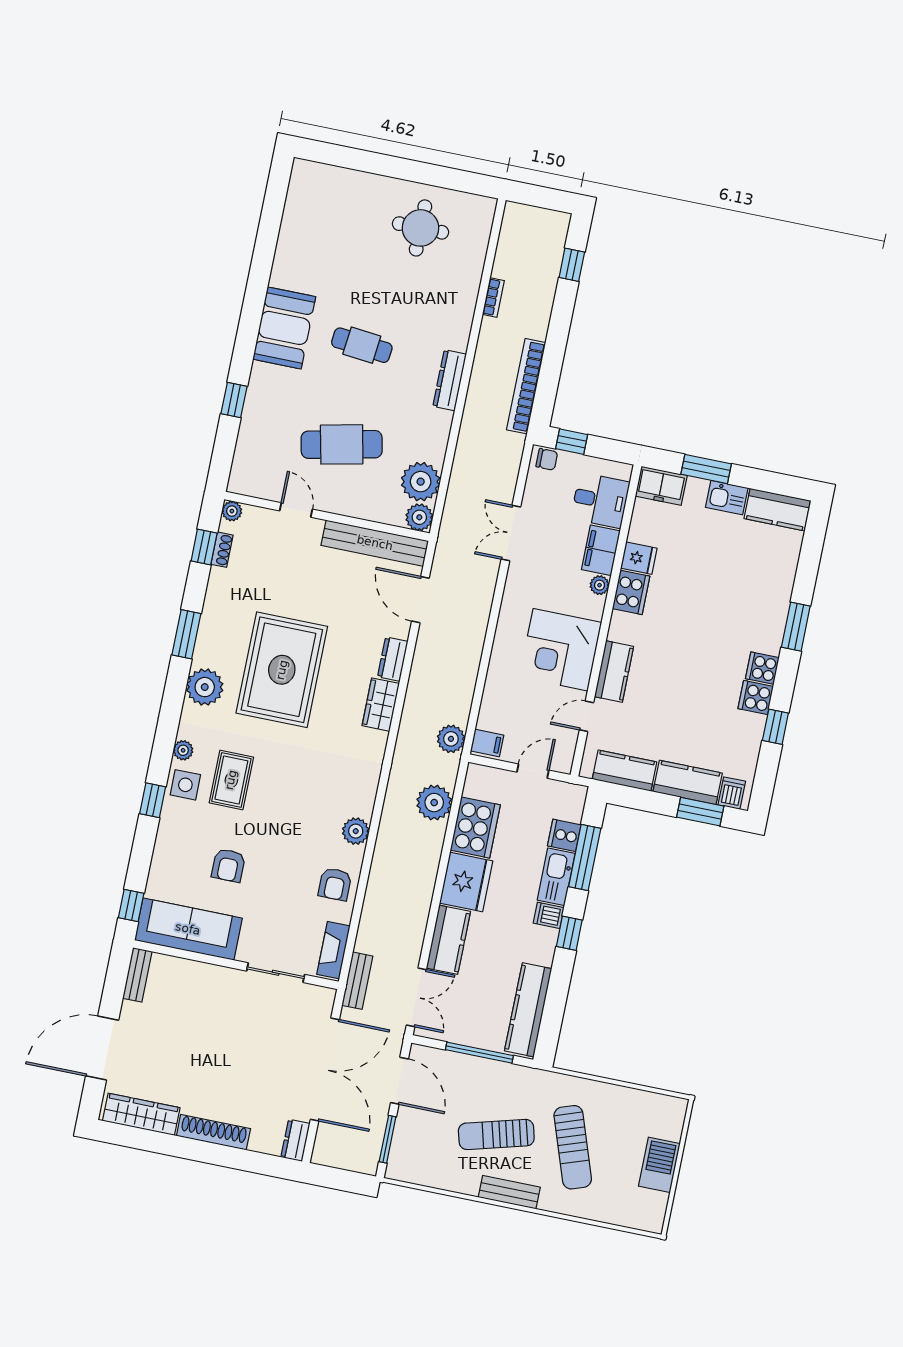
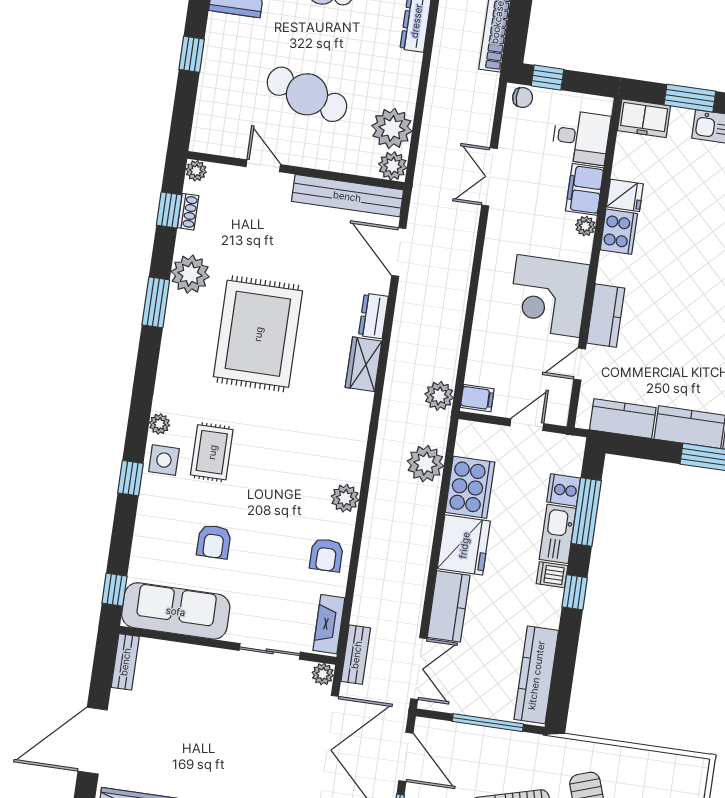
cafe table: (342, 444) -> (307, 94), turned 30
plant: (205, 687) -> (190, 274), moved
plant: (325, 997) -> (323, 674), added

